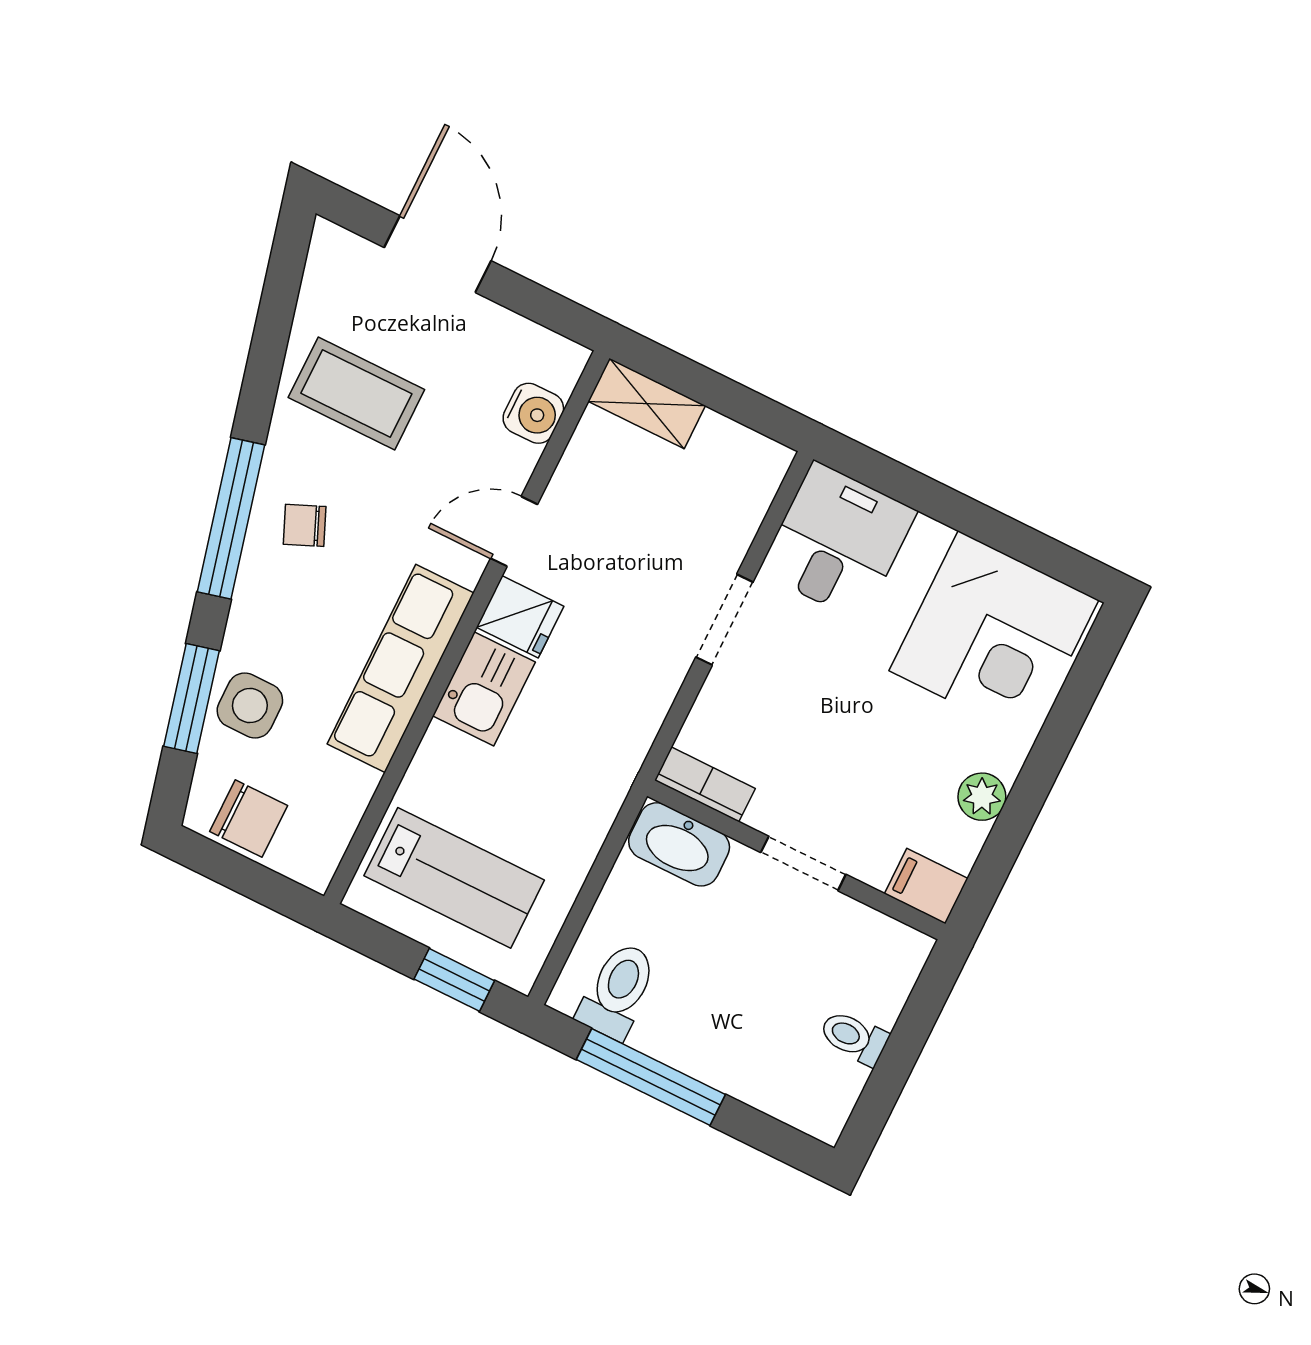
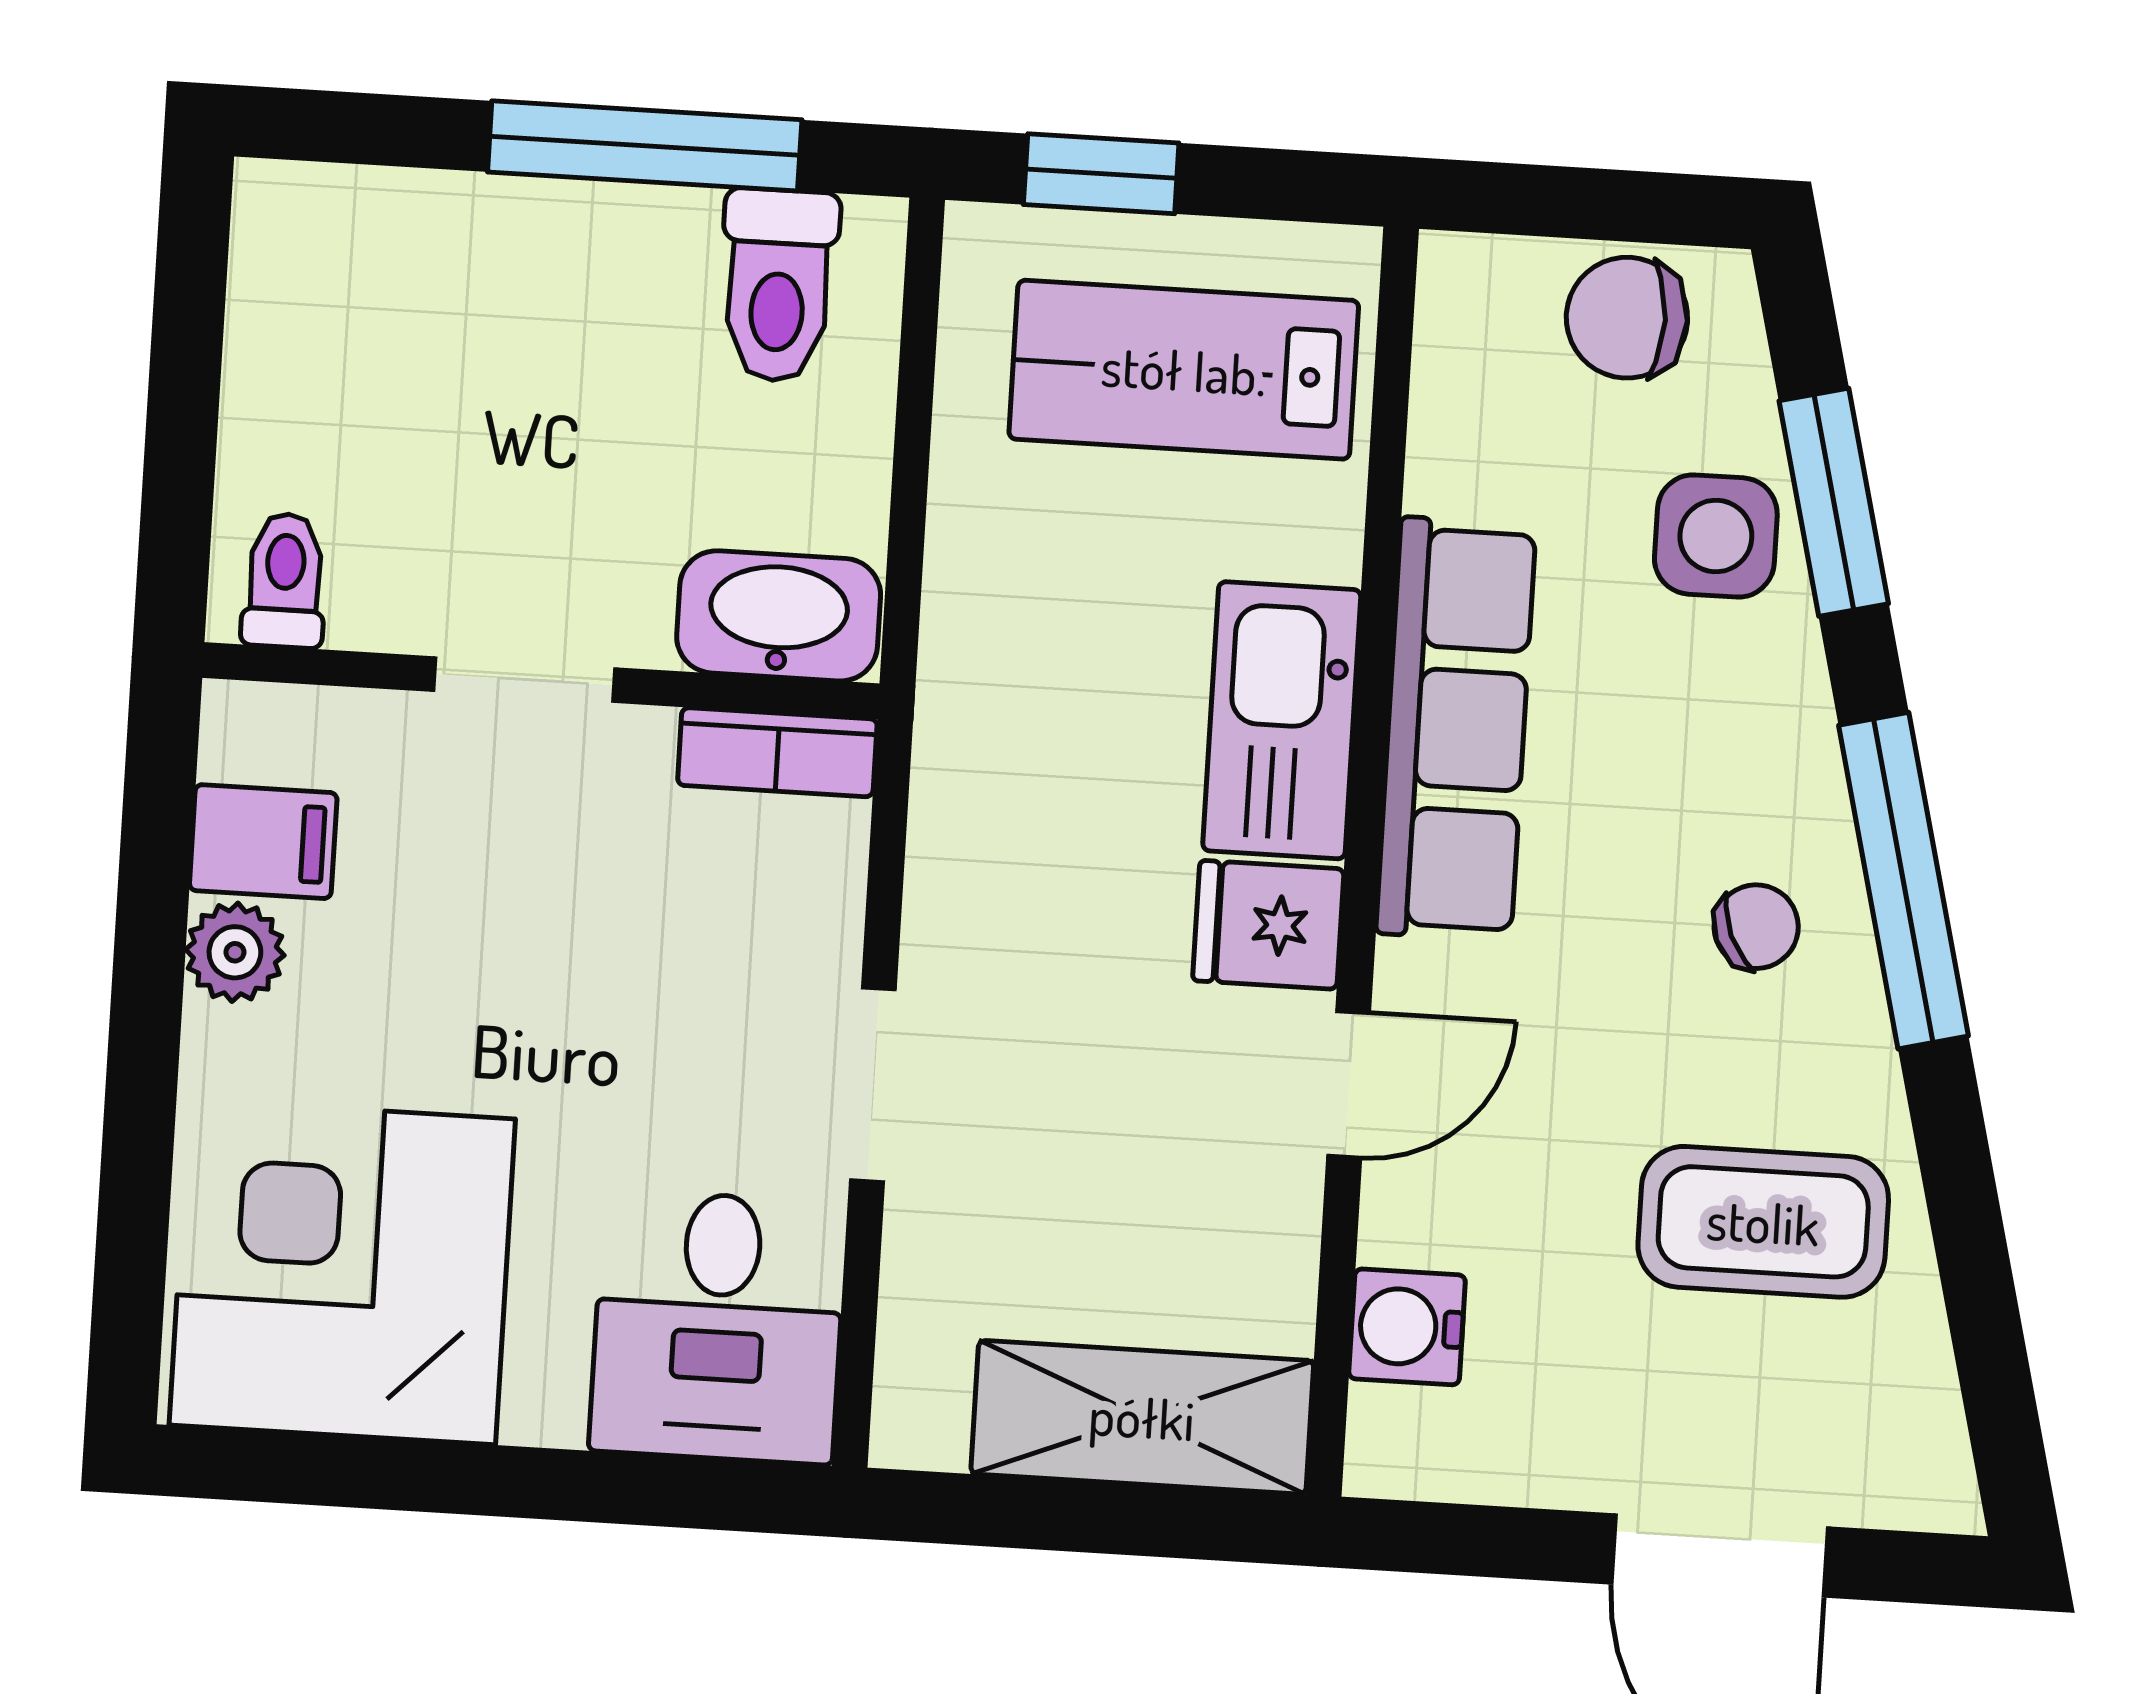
shelving: (647, 403) -> (1142, 1417), width x1.50, depth x1.33
kitchen sink: (484, 689) -> (1282, 720), width x1.38
filing cabinet: (926, 886) -> (263, 842), moved
toilet: (854, 1037) -> (285, 580), moved, turned -90

